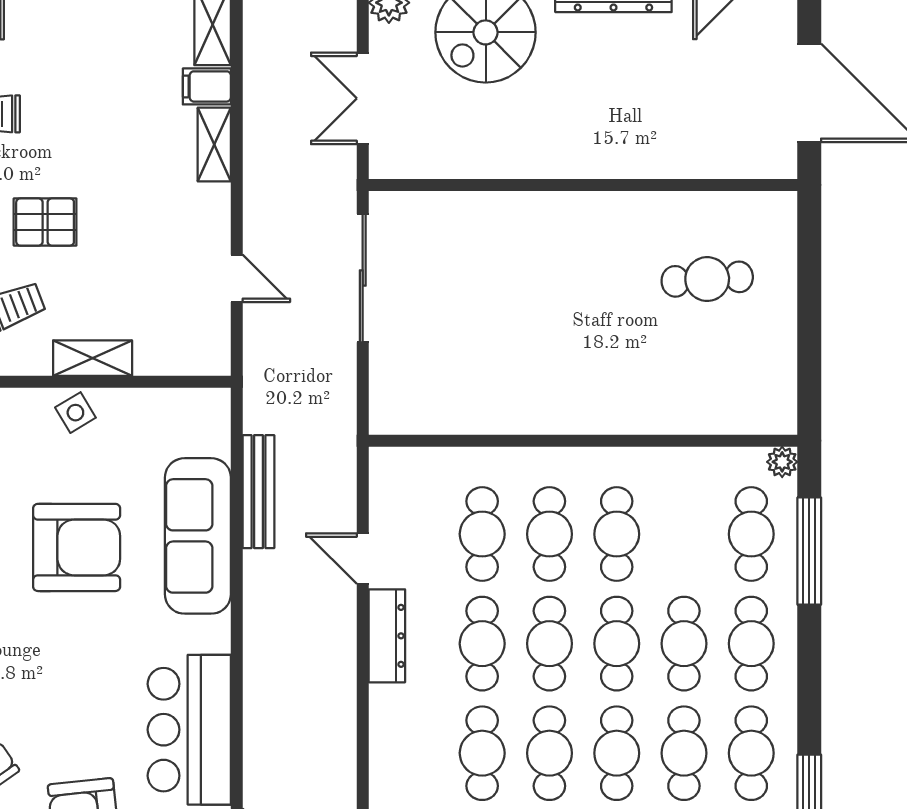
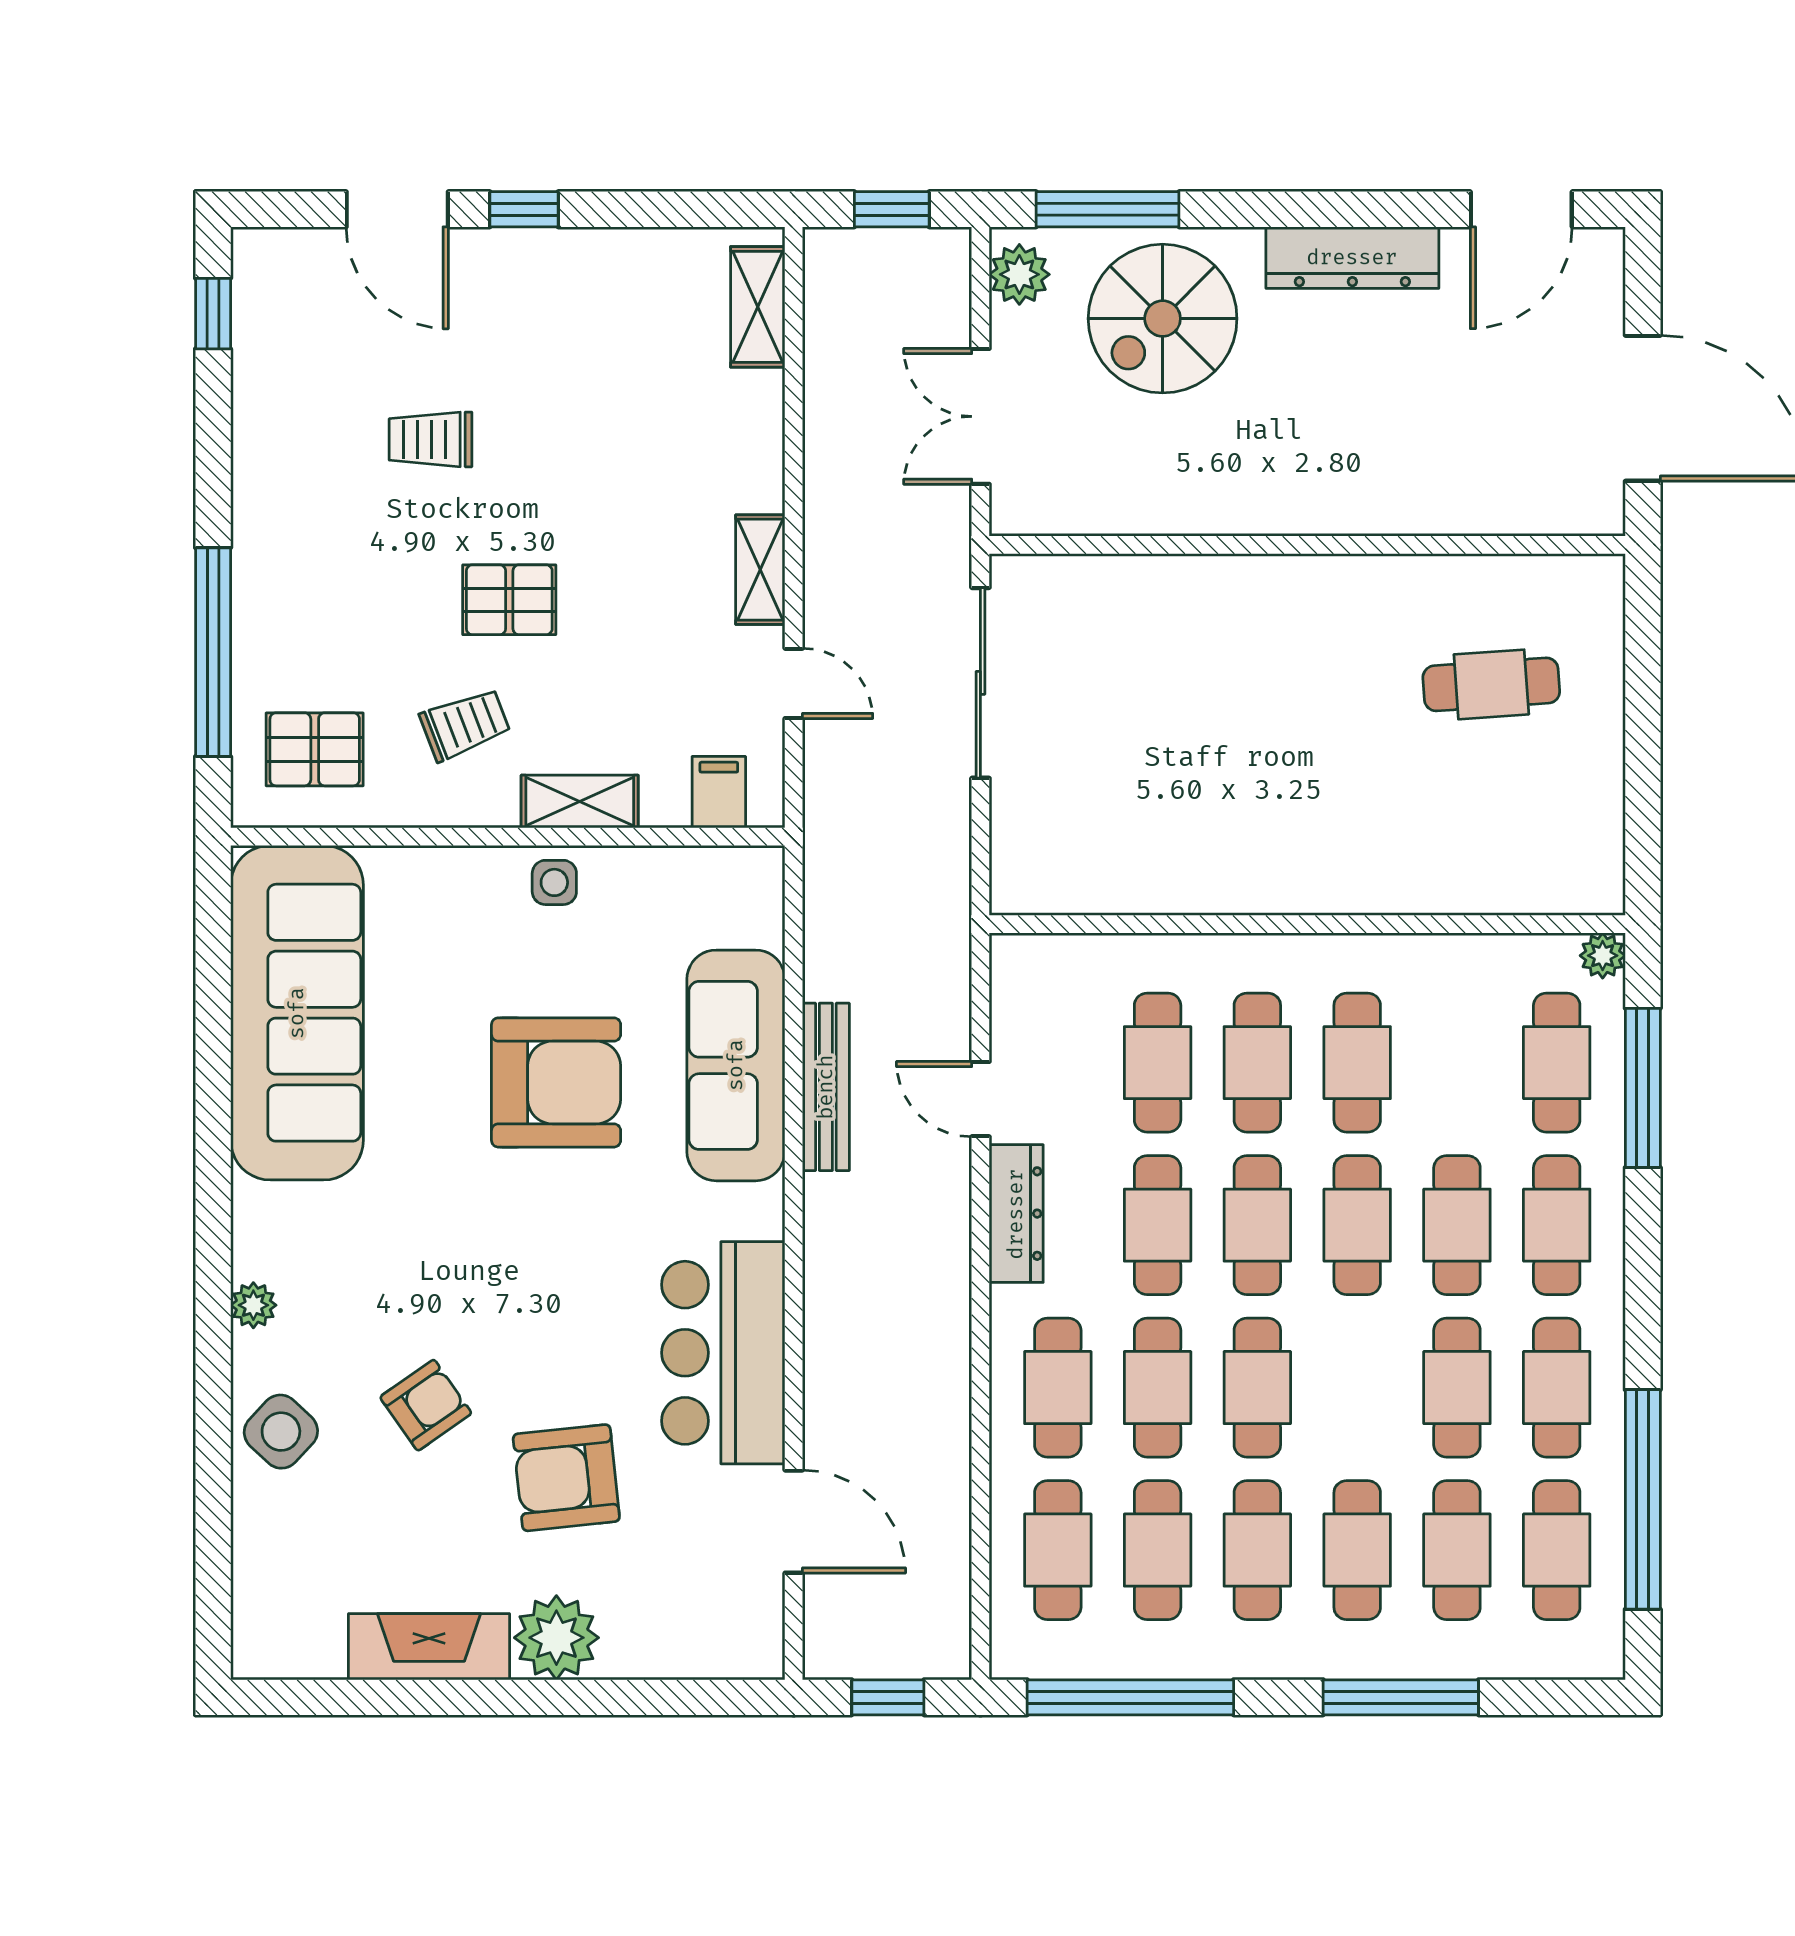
filing cabinet: (207, 86) -> (719, 792), moved, turned 90
shelving: (214, 145) -> (760, 570), moved
side table: (75, 413) -> (554, 882), turned 31
bench: (259, 492) -> (826, 1087), moved
cafe table: (617, 753) -> (1058, 1388), moved

